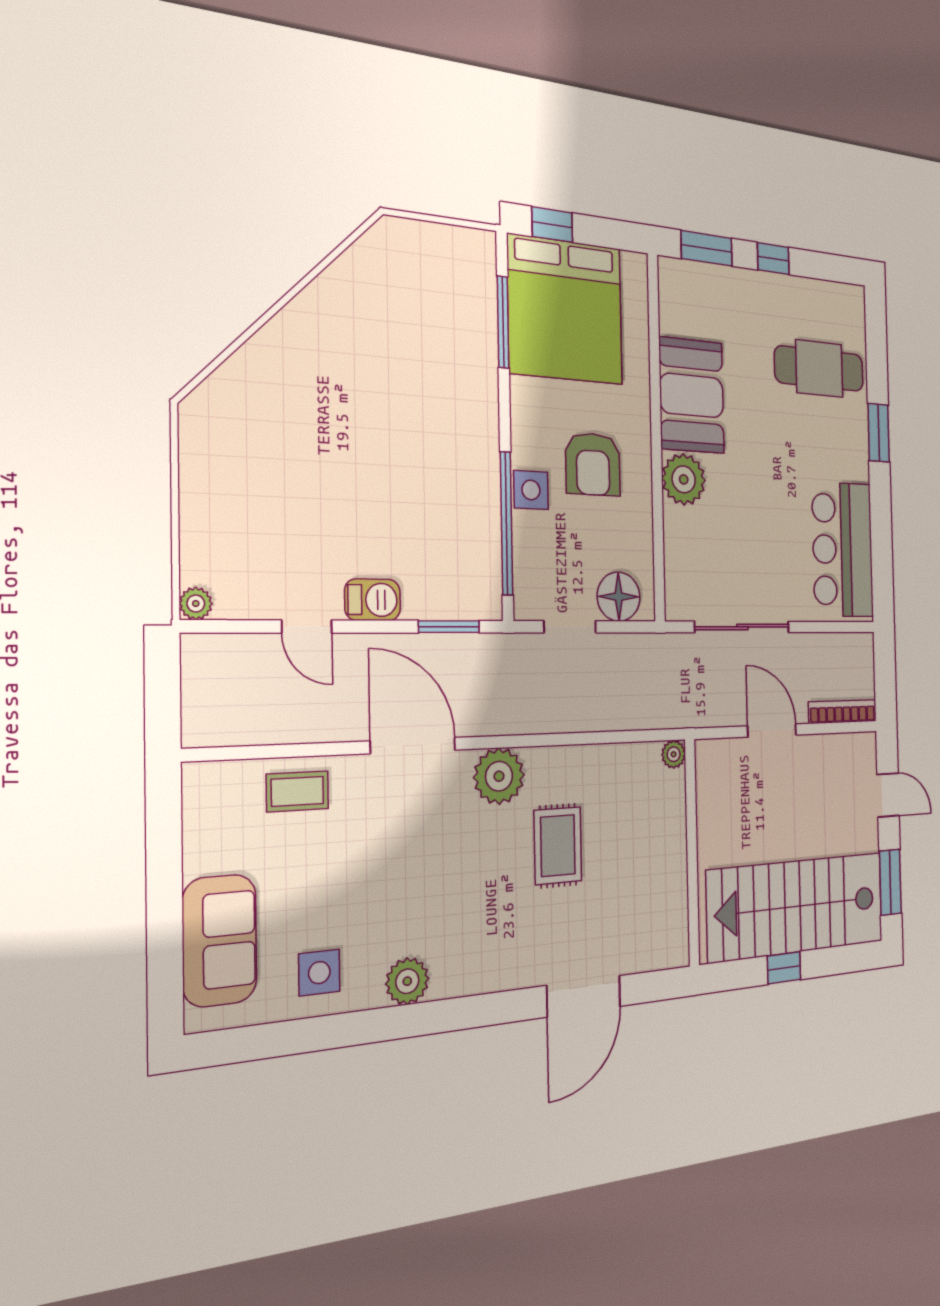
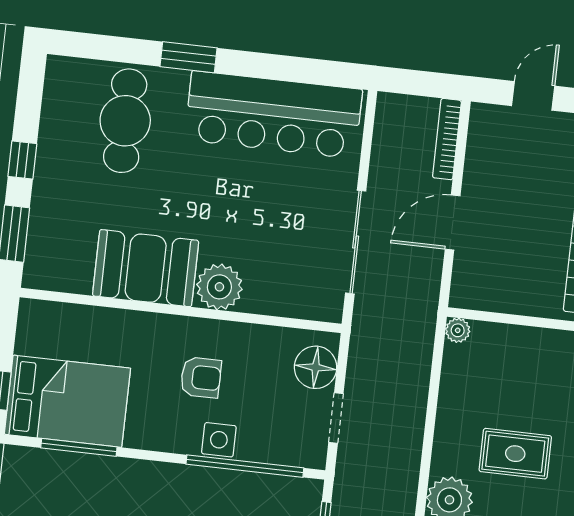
bed: (565, 310) -> (67, 401), width x0.73
armchair: (593, 464) -> (201, 377), width x0.72, depth x0.72
bar counter: (843, 550) -> (273, 115), width x1.36

